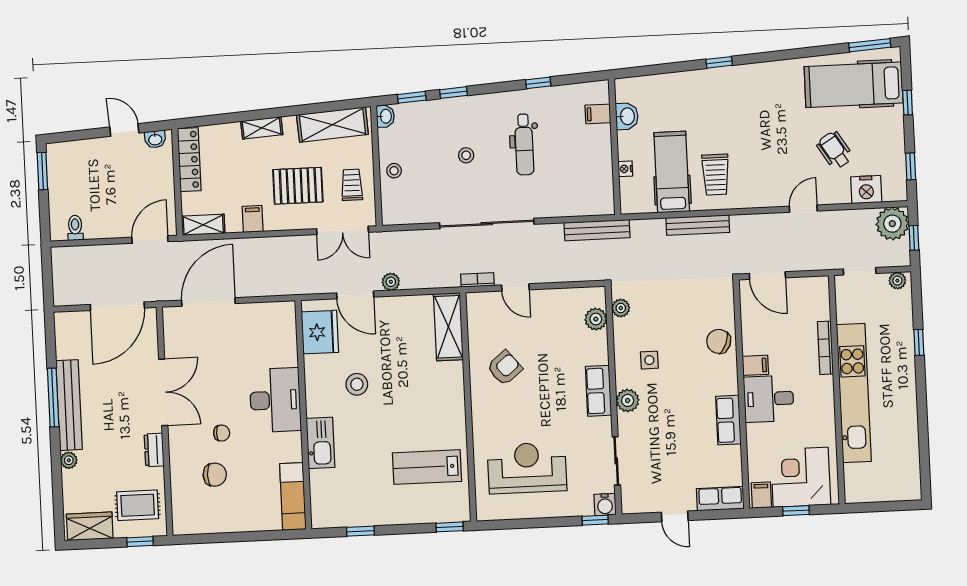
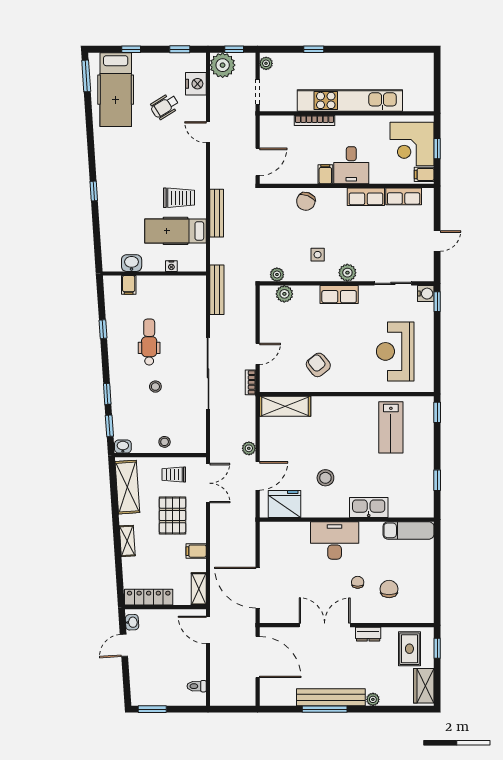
dental chair: (524, 144) -> (149, 342), turned -90
row of seats: (720, 499) -> (404, 196), moved, turned -90

